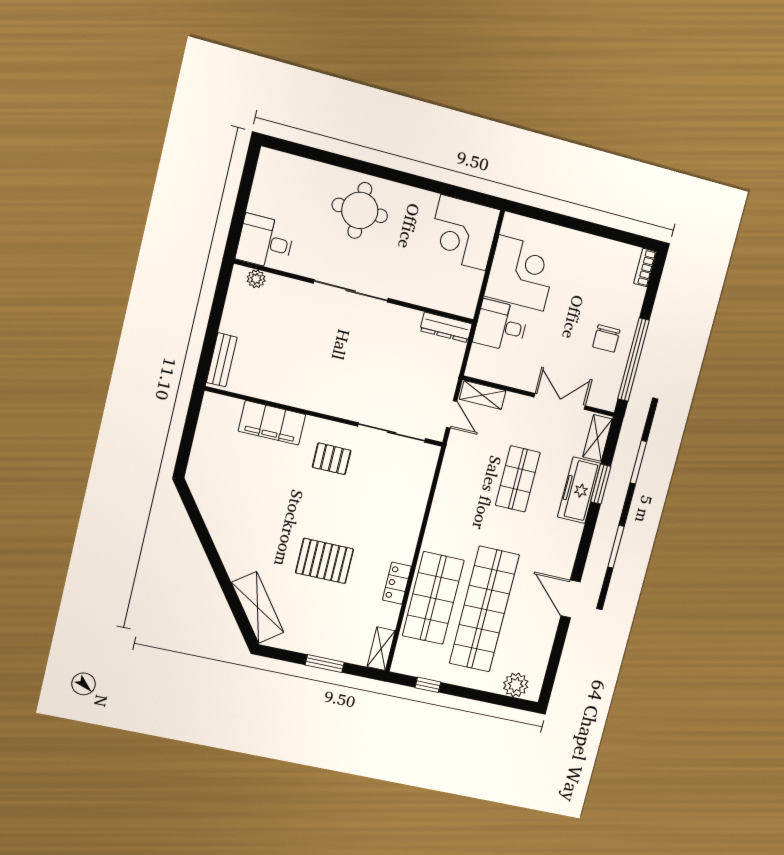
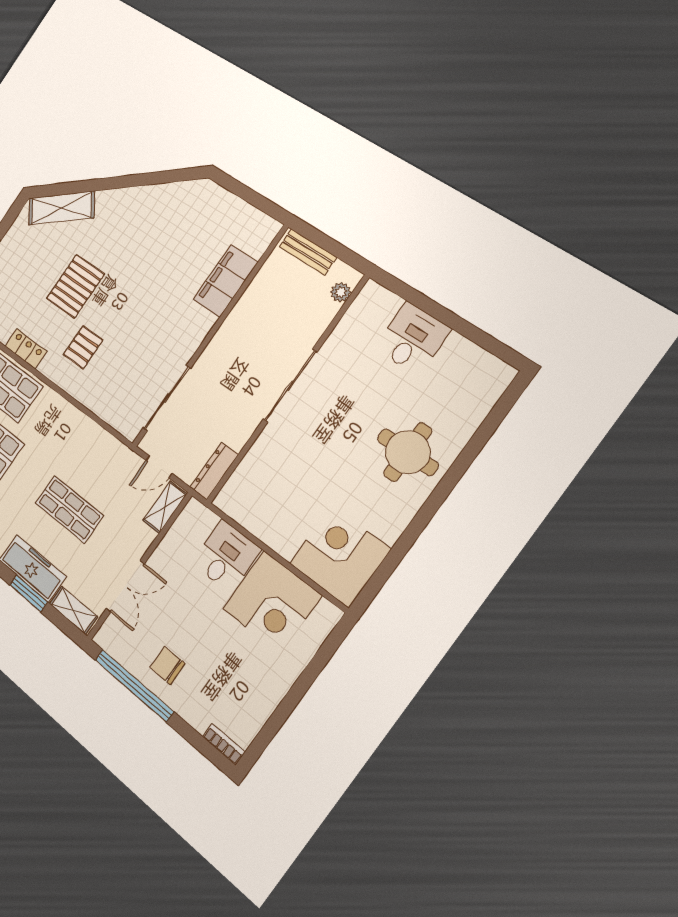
plant: (256, 279) -> (341, 292), moved
sliding door: (351, 291) -> (290, 386), moved
wall: (355, 292) -> (287, 390), moved
dresser: (446, 327) -> (214, 471), moved
pallet: (332, 459) -> (83, 347), moved

